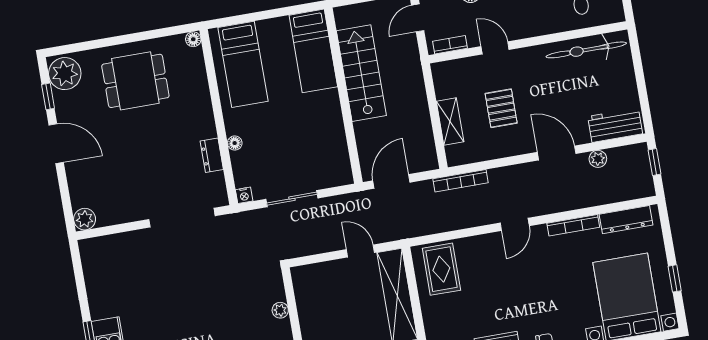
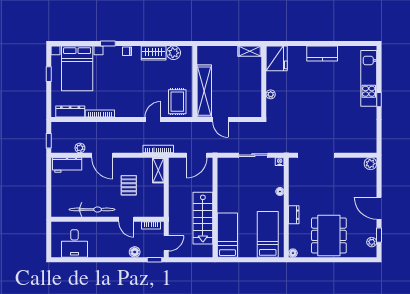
bicycle: (586, 50) -> (92, 209), moved
plant: (65, 74) -> (372, 242), width x0.53, depth x0.53
dining table: (135, 81) -> (329, 235), width x1.38
shelving: (450, 121) -> (158, 170), moved
dresser: (212, 155) -> (294, 215), moved
door: (515, 224) -> (153, 120), moved

